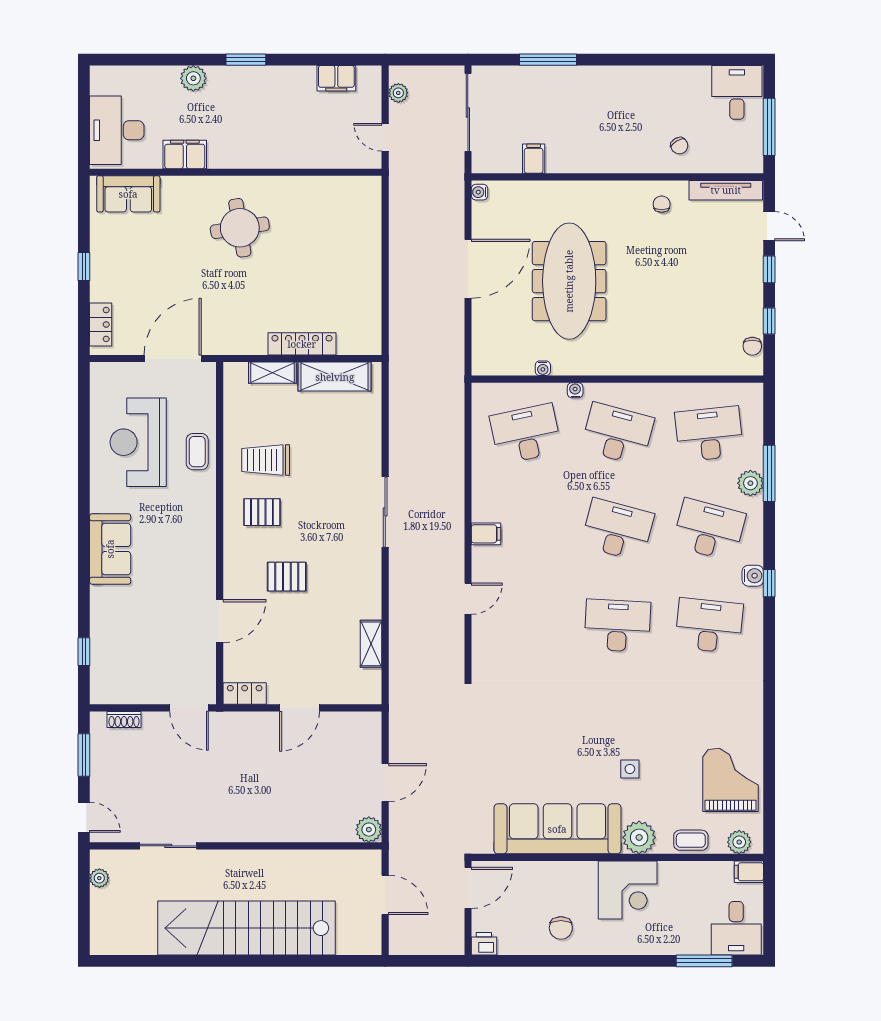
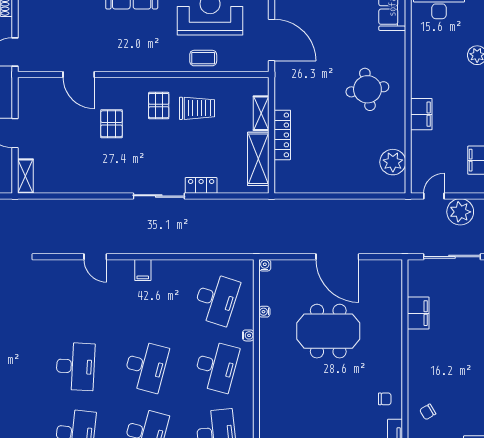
plant: (398, 93) -> (460, 212), width x1.88, depth x1.88
filing cabinet: (185, 154) -> (421, 114), moved
filing cabinet: (534, 159) -> (418, 313), width x2.00
water cooler: (480, 192) -> (265, 265), moved
plant: (339, 193) -> (393, 162), added
meeting table: (569, 281) -> (328, 331), width x0.73
desk: (526, 434) -> (216, 299), turned 30
trolley: (266, 460) -> (197, 108), turned 90
shelving: (371, 644) -> (25, 176), moved, turned 90
locker: (245, 694) -> (201, 185), moved, turned -90

